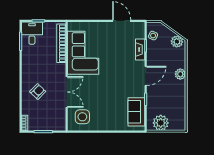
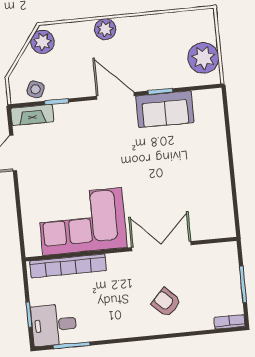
fireplace: (140, 50) -> (32, 115), moved
sofa: (136, 112) -> (165, 109), moved
side table: (82, 117) -> (207, 211), removed

